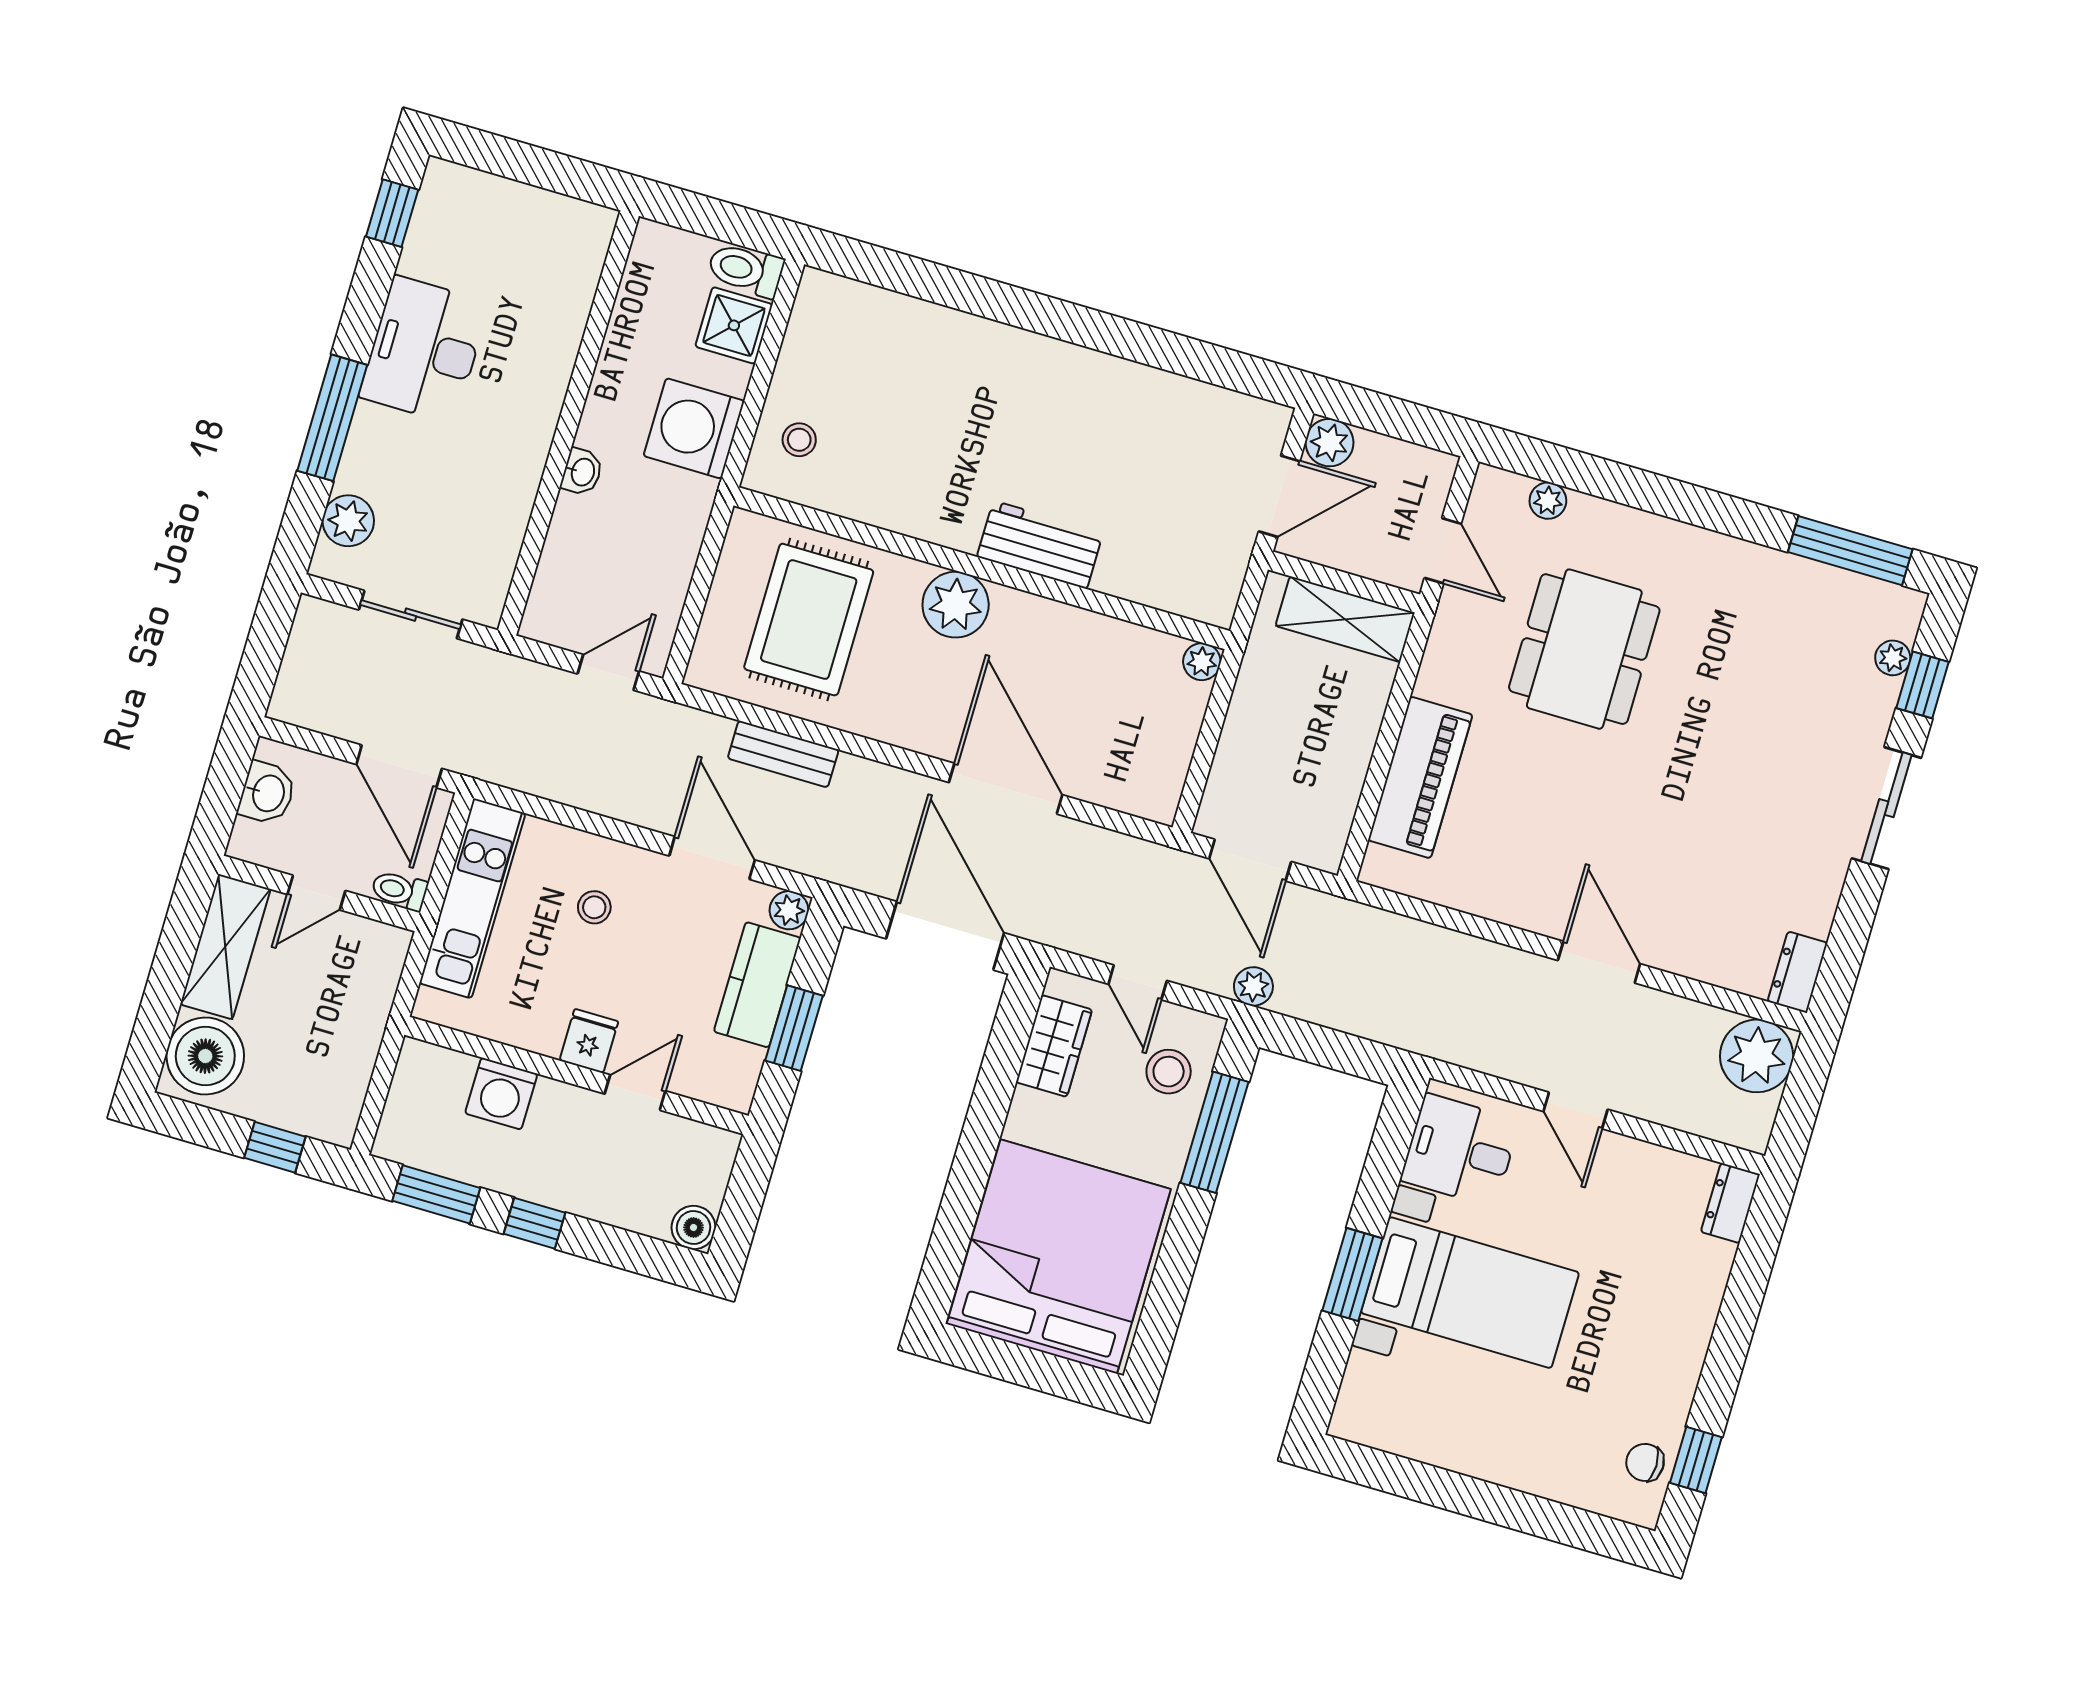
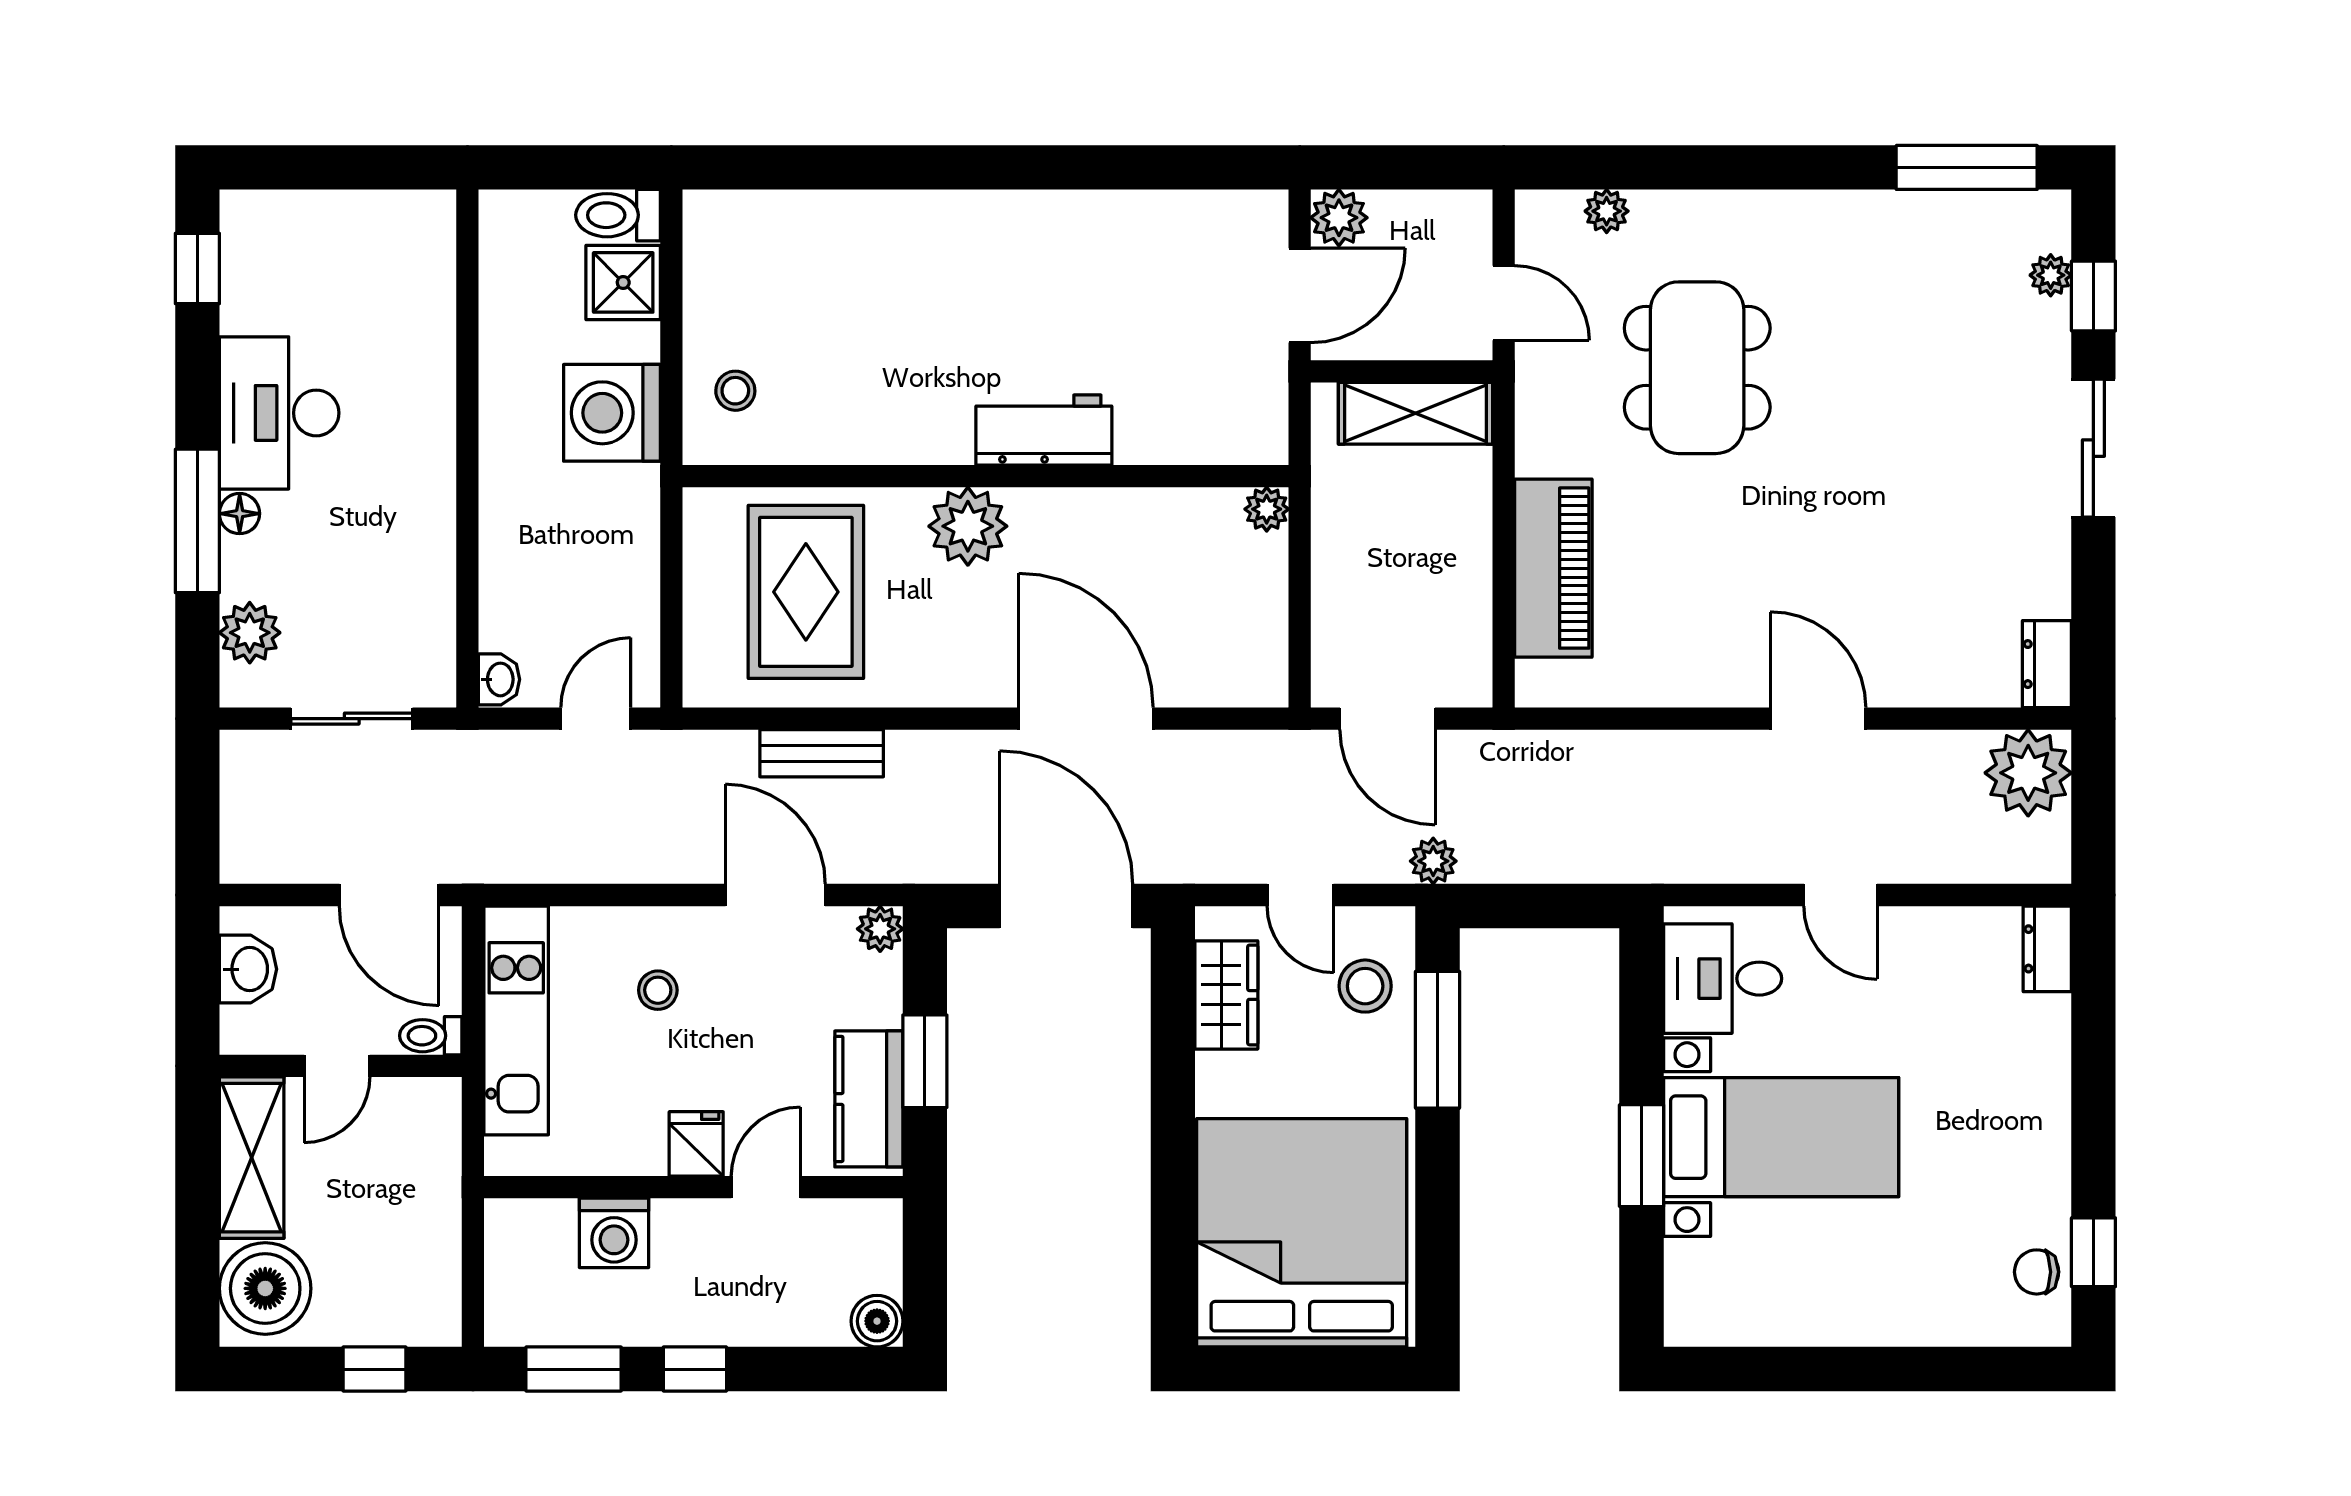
floor lamp: (368, 422) -> (240, 514), added
washbasin: (582, 472) -> (499, 679), moved
kitchen counter: (757, 985) -> (869, 1099), moved

